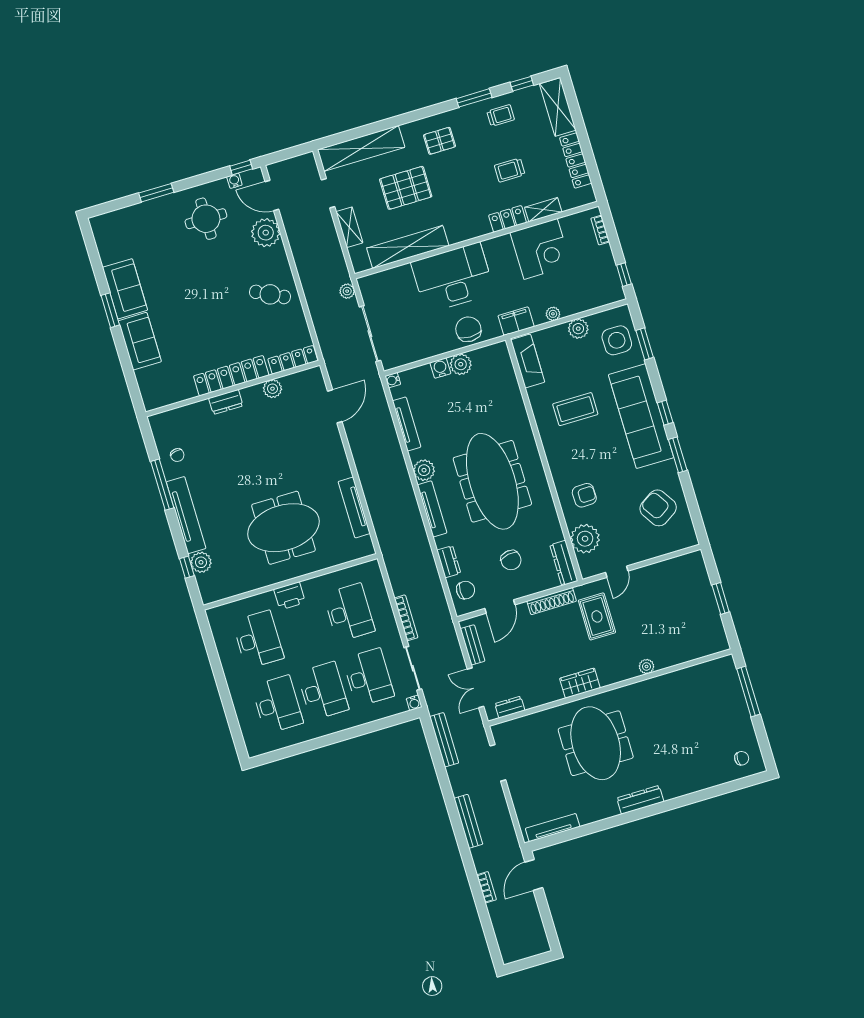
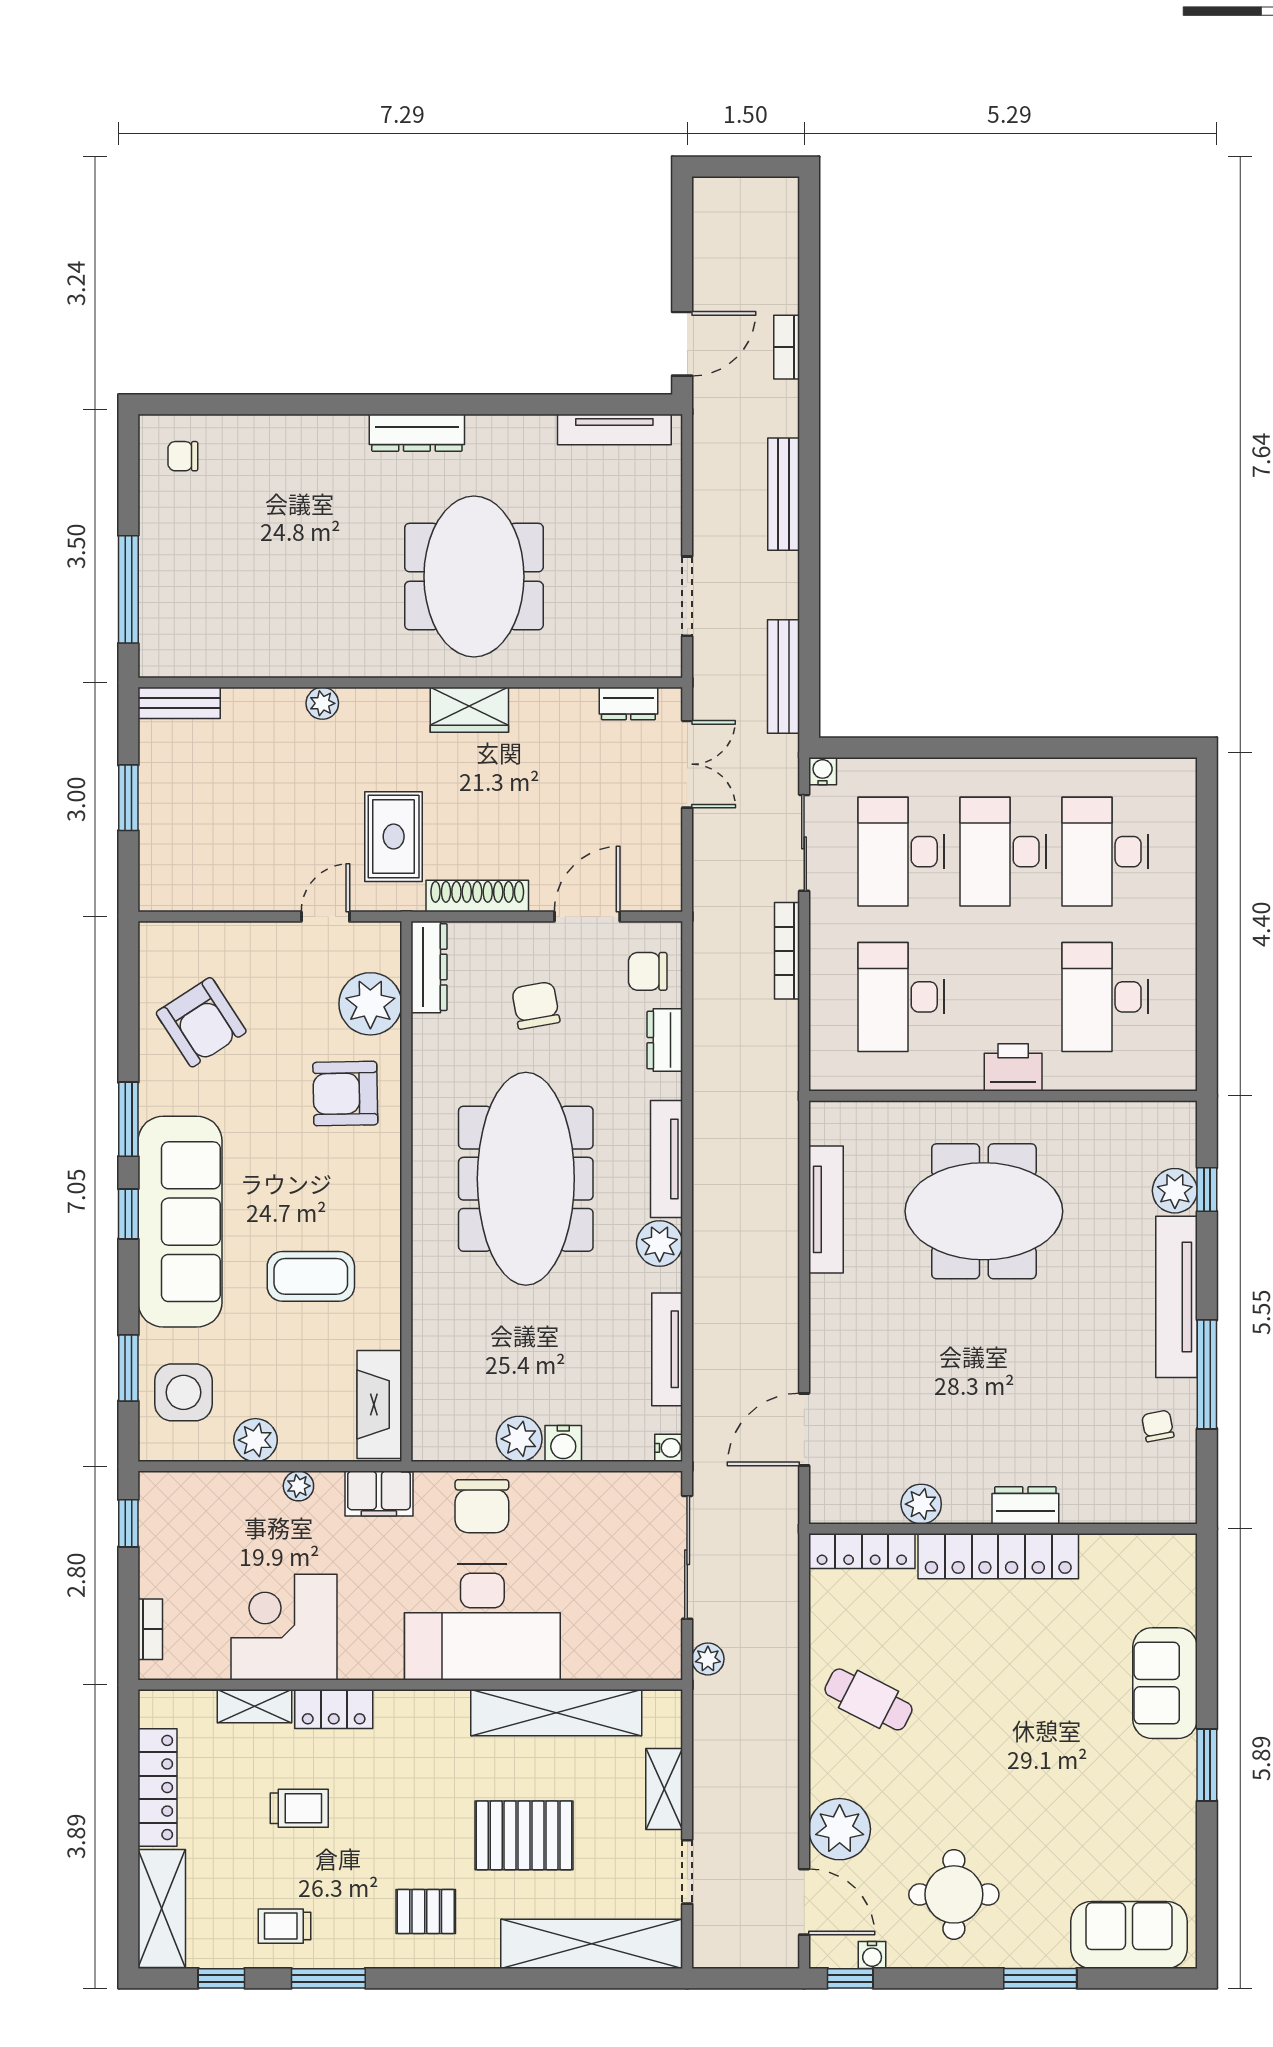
sofa: (125, 289) -> (1129, 1935), moved, turned 90
armchair: (584, 495) -> (345, 1094), width x1.38, depth x1.38
bench: (473, 645) -> (179, 703), moved, turned 90

